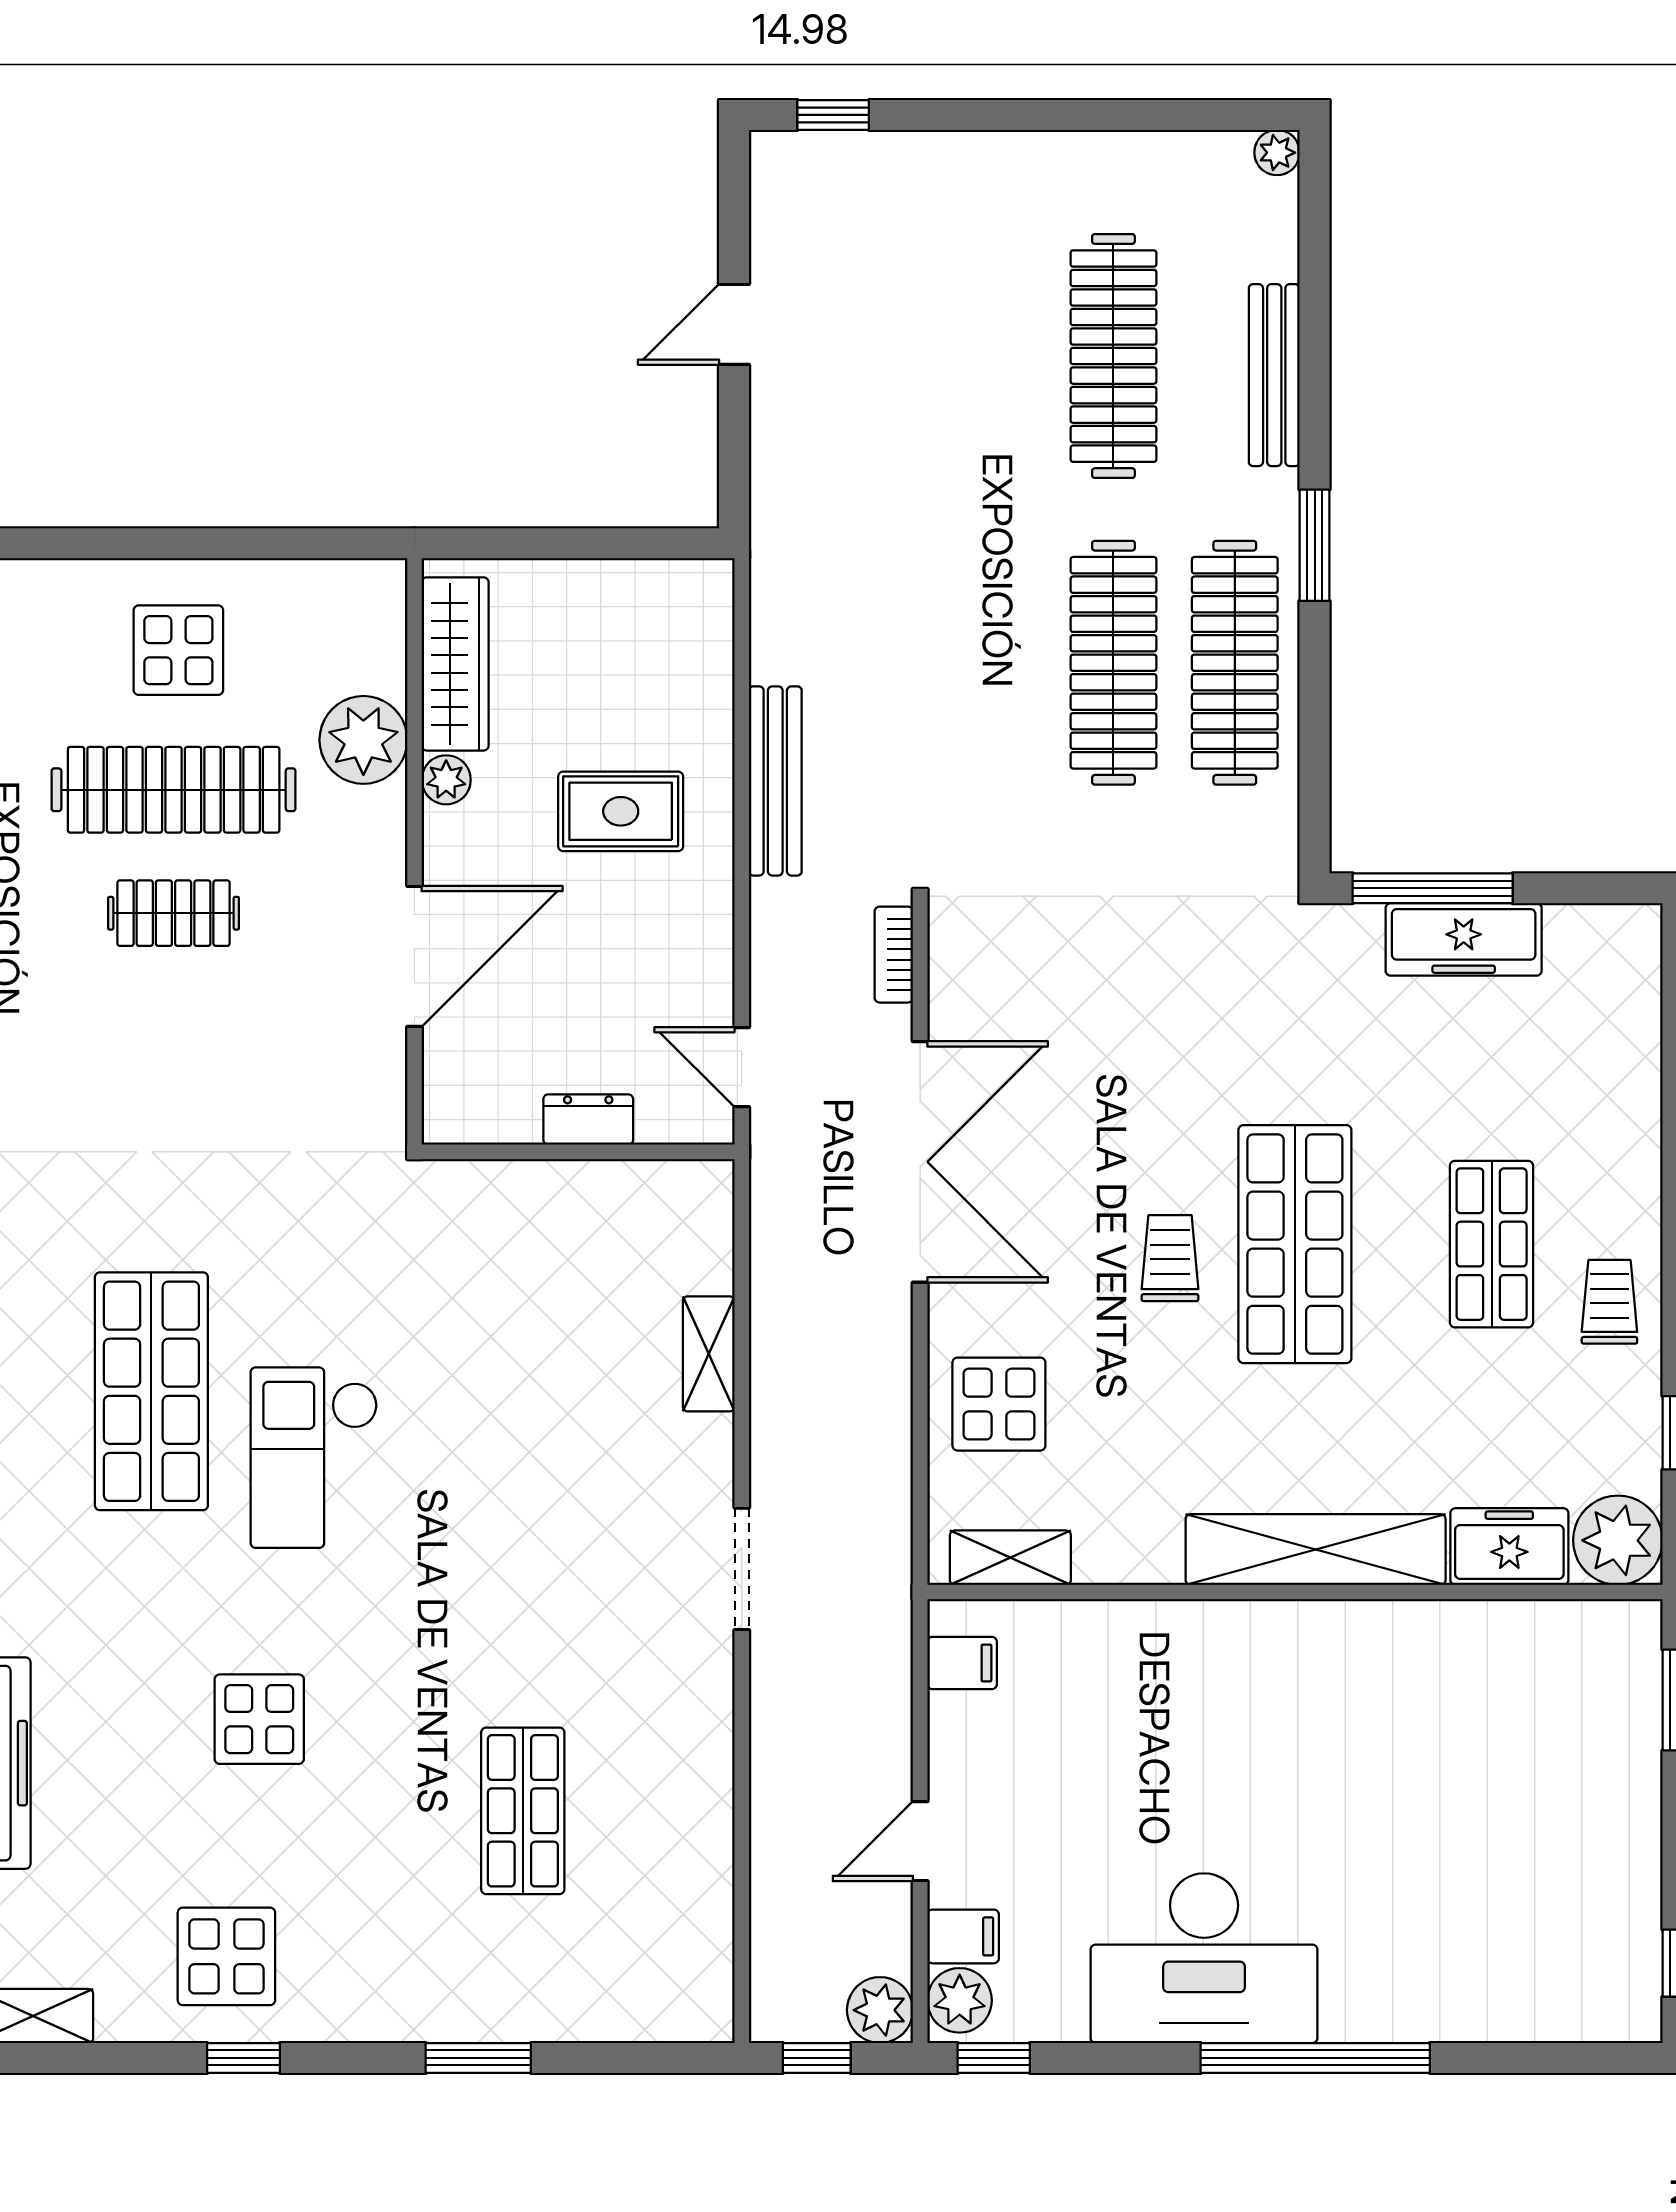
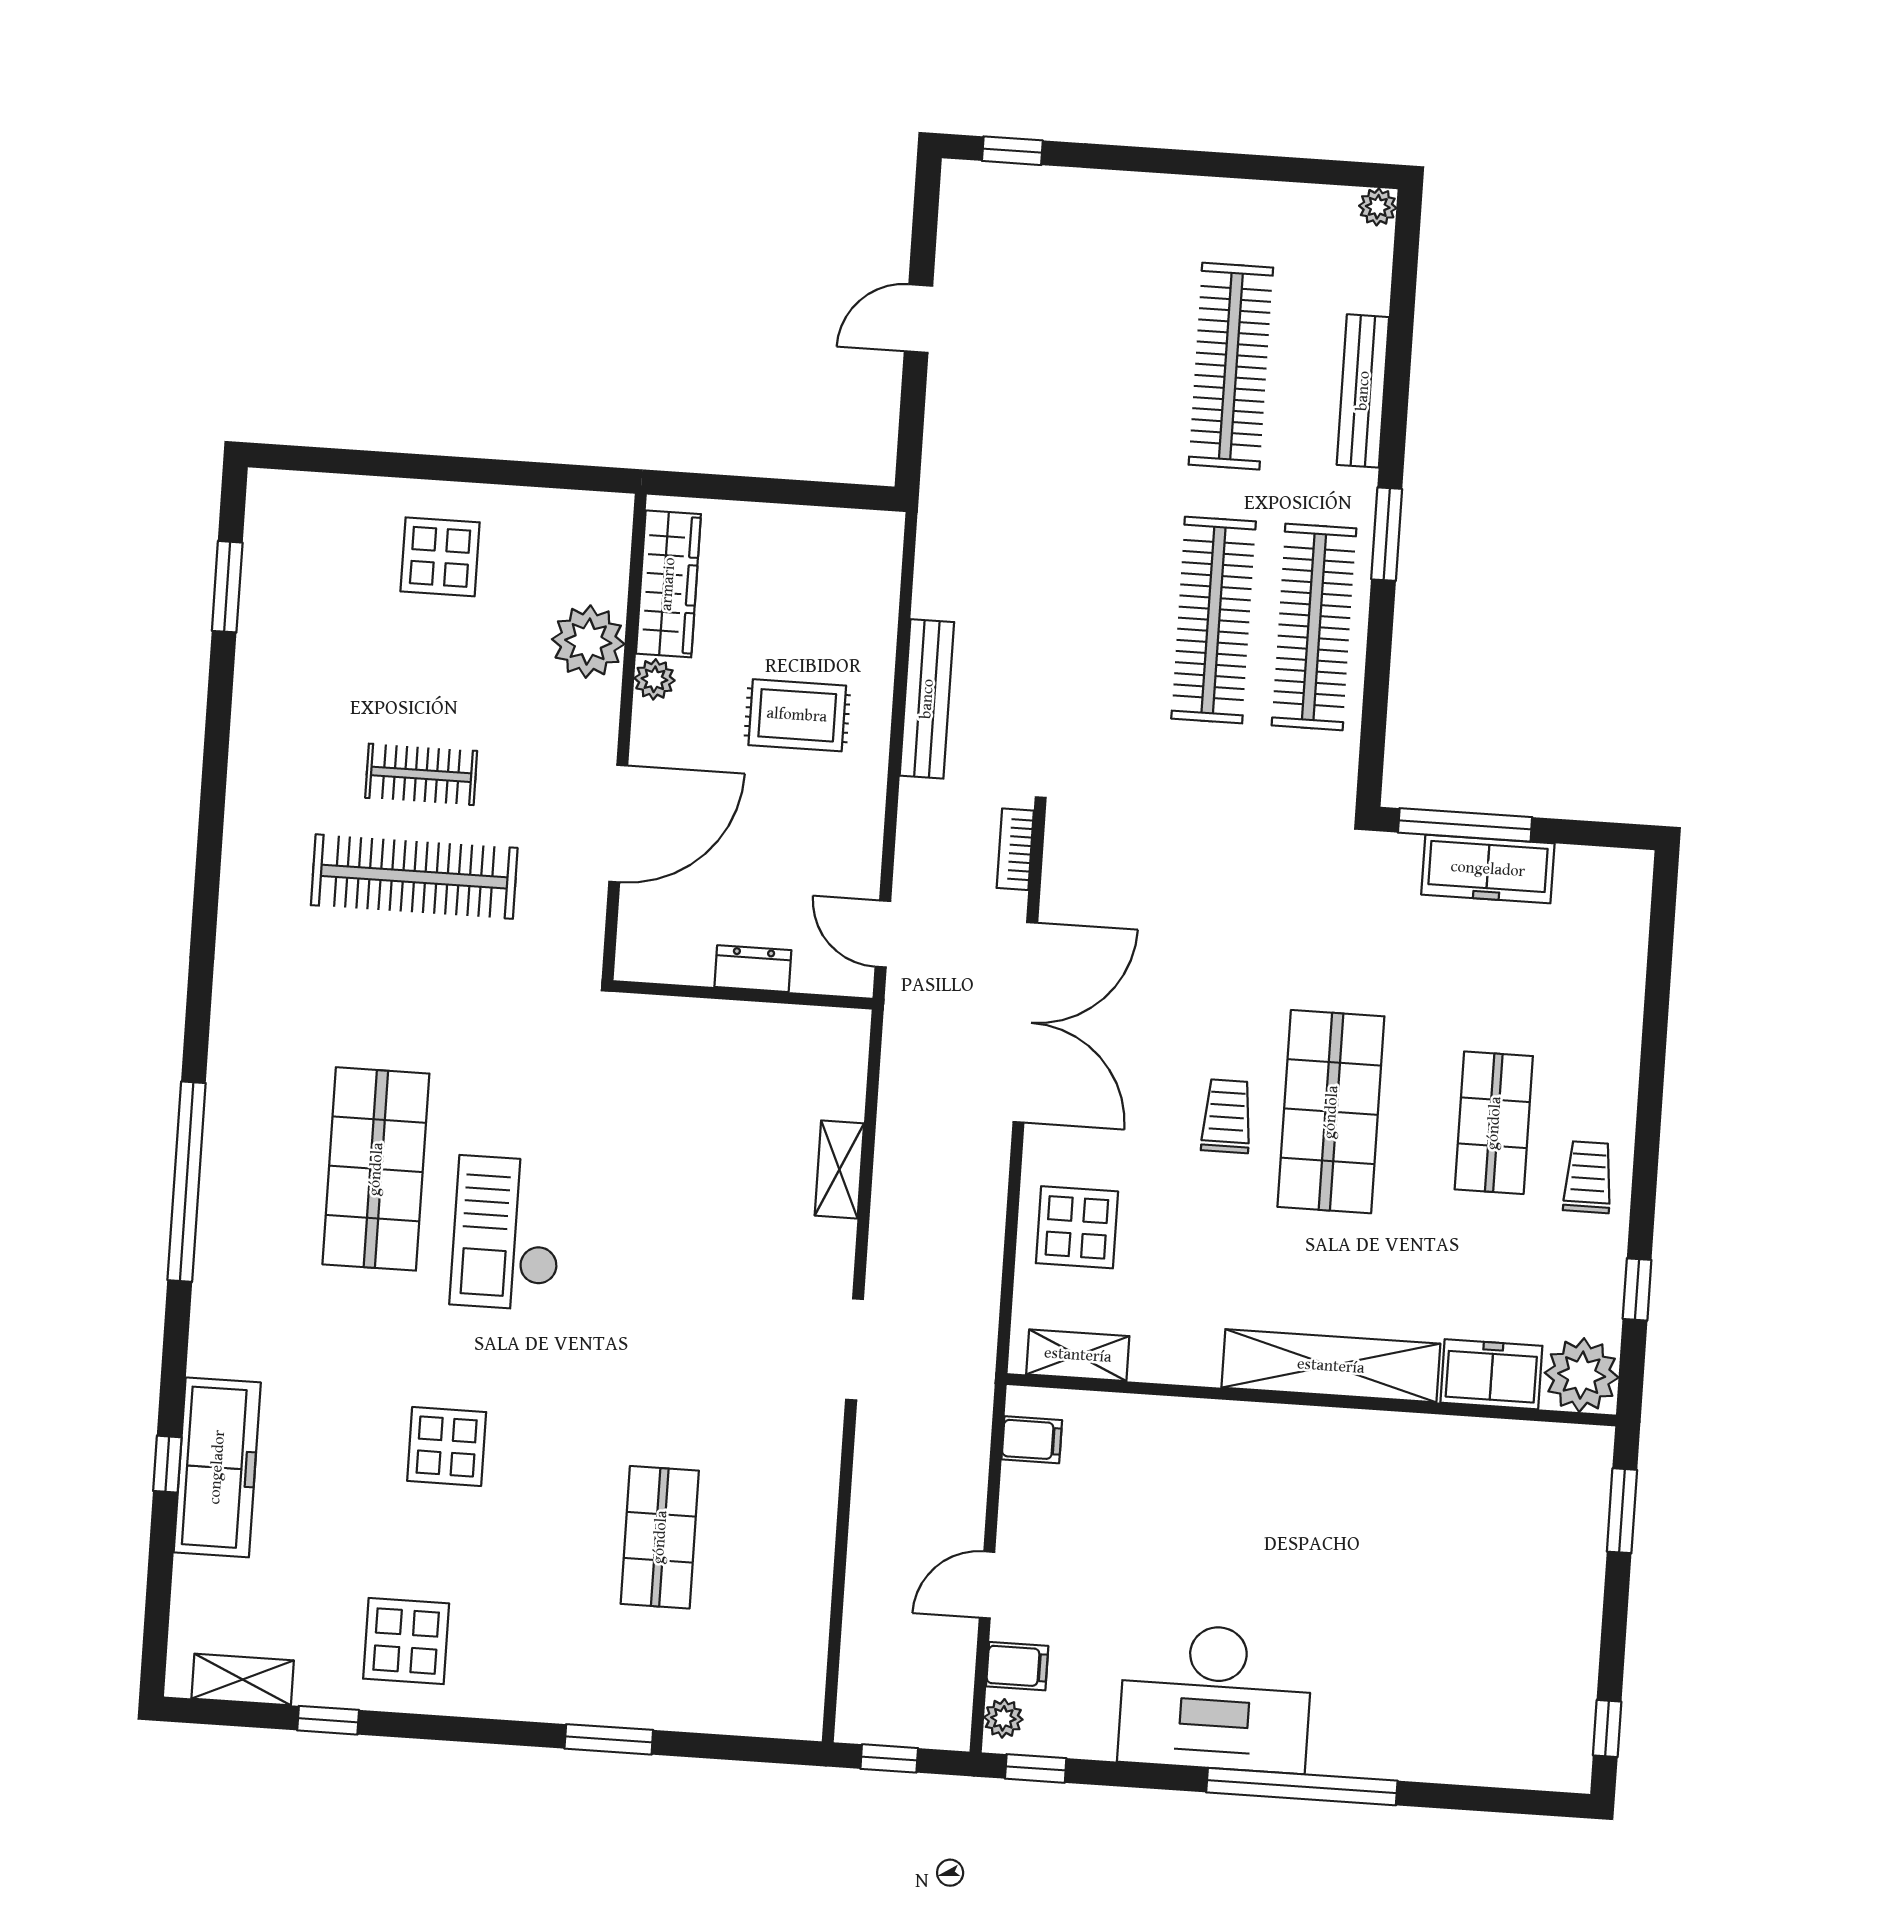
clothes rail: (174, 790) -> (414, 877), moved
plant: (960, 2000) -> (1003, 1718), width x0.73, depth x0.73
plant: (880, 2010) -> (944, 1722), removed
window: (244, 2058) -> (328, 1720), moved

